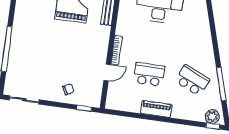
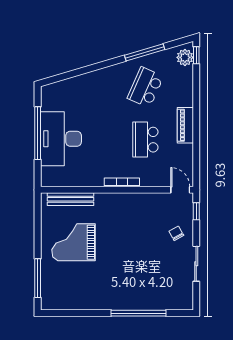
door: (107, 72) -> (180, 190), moved
sliding door: (24, 100) -> (196, 264), moved

